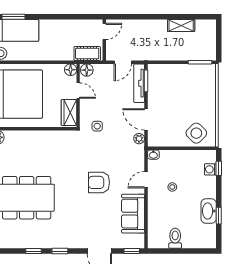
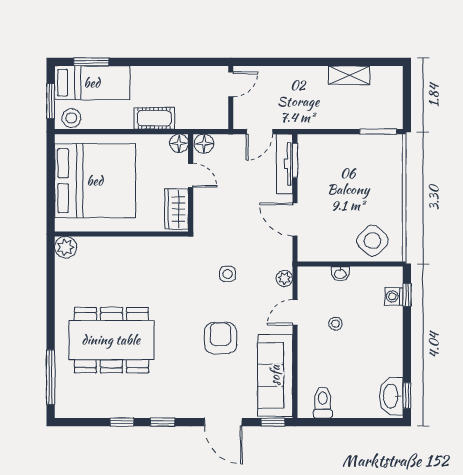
cot: (87, 53) -> (154, 118), moved
side table: (97, 126) -> (228, 274), moved
plant: (139, 139) -> (284, 278), moved
washbasin: (153, 155) -> (340, 274), moved
armchair: (99, 182) -> (220, 338), moved, turned 90
washbasin: (209, 211) -> (391, 396), moved
sofa: (133, 214) -> (275, 375), width x1.36
window: (219, 216) -> (407, 395), moved
toilet: (175, 238) -> (323, 402), moved

